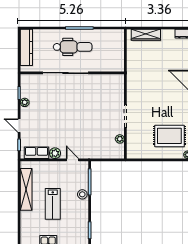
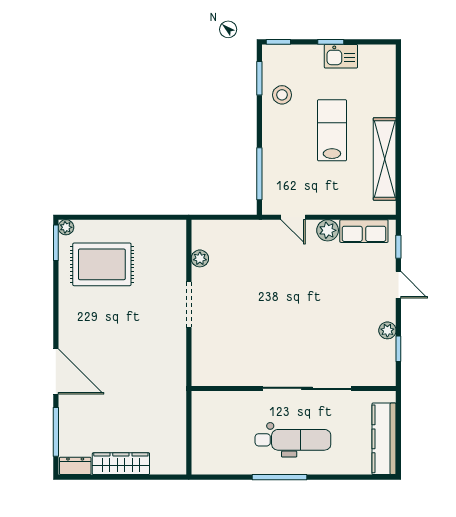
wardrobe: (146, 35) -> (121, 464), moved
dental chair: (73, 47) -> (293, 440), turned 180
stool: (82, 194) -> (282, 95), moved

